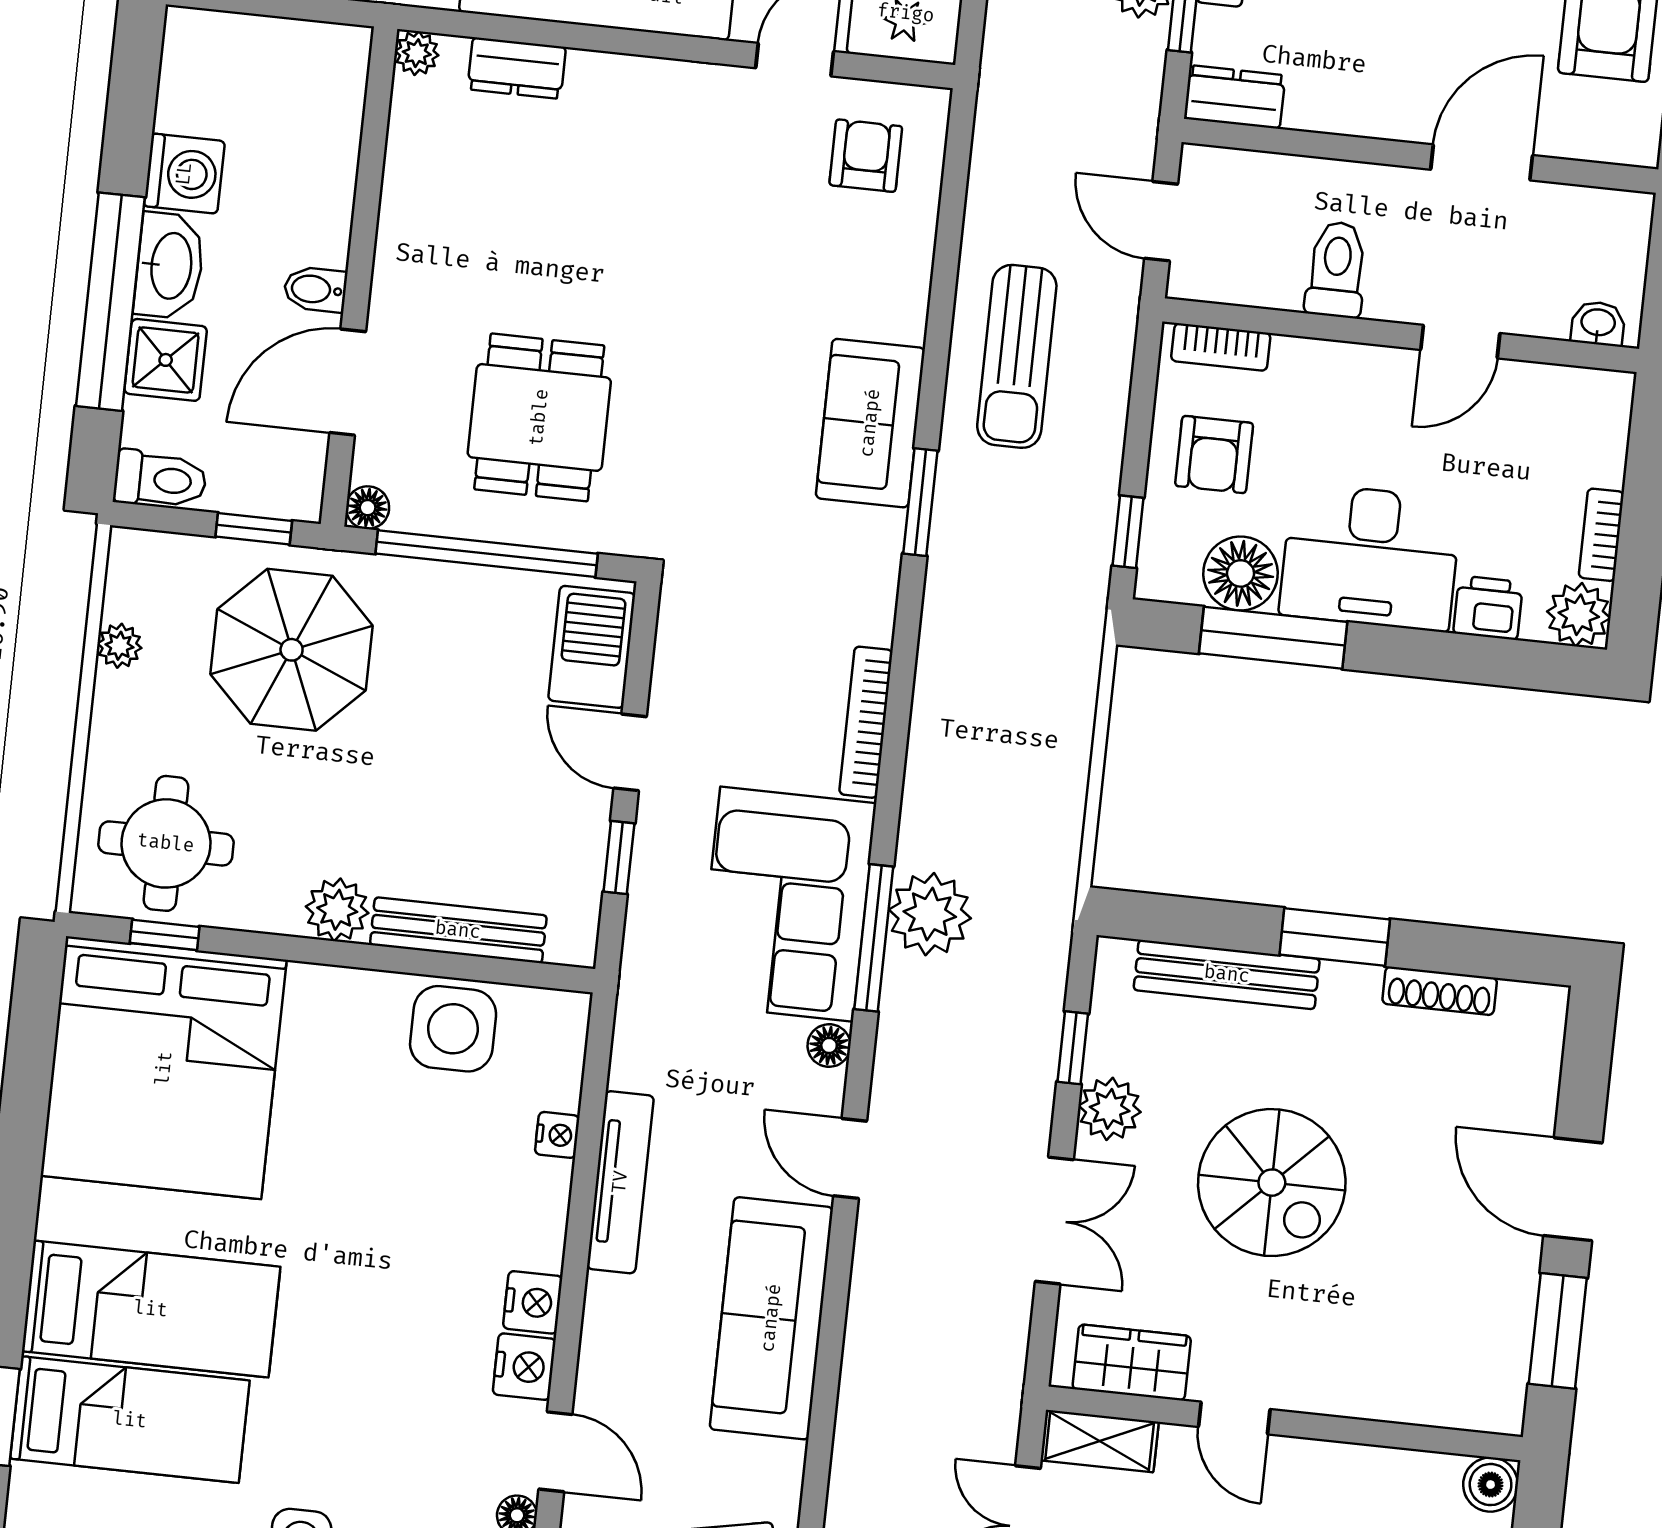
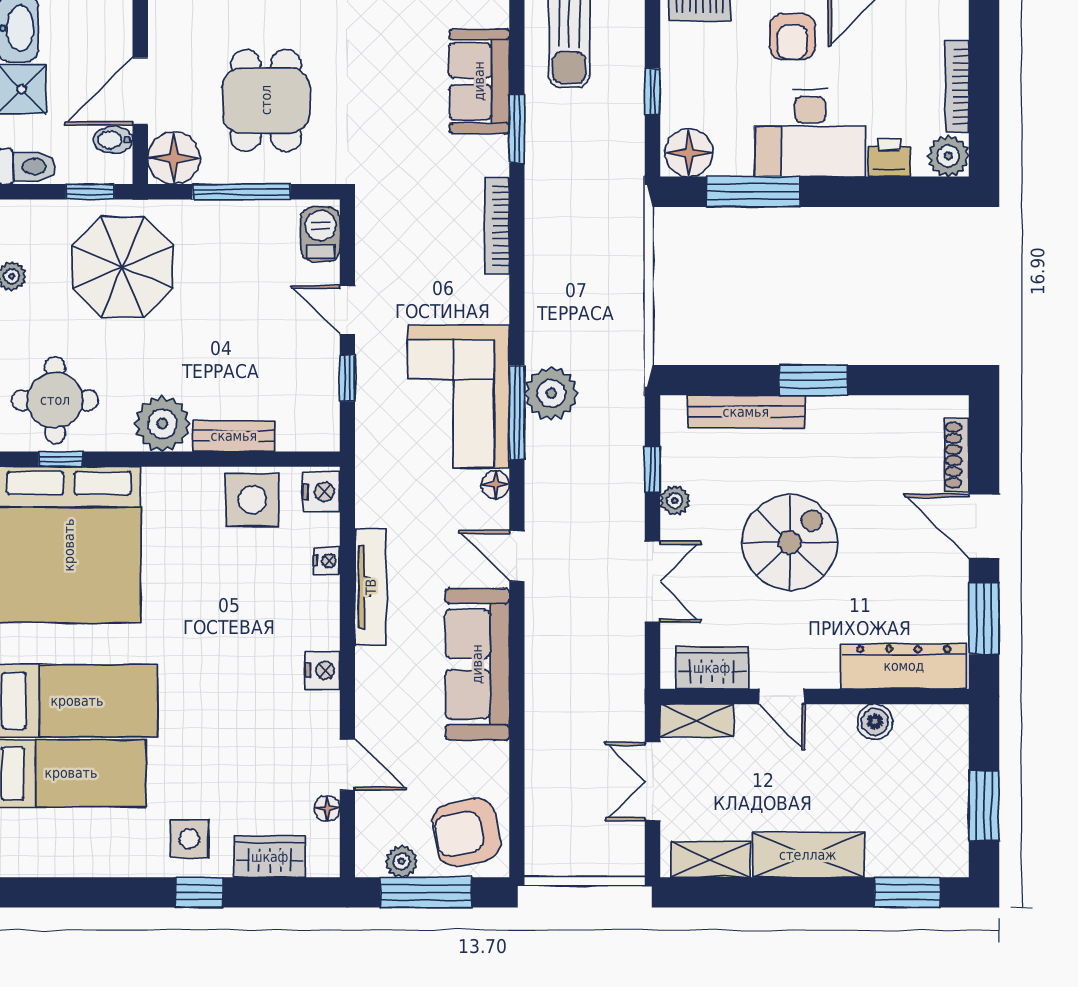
bidet: (315, 289) -> (113, 140), moved
armchair: (1214, 454) -> (792, 37), moved
floor lamp: (368, 508) -> (174, 158), width x1.89, depth x1.89
window: (1128, 532) -> (653, 92), moved
bookcase: (1601, 535) -> (957, 87), width x1.56
window: (487, 554) -> (241, 192), width x0.68
floor lamp: (1241, 573) -> (689, 153), moved
barbecue: (592, 647) -> (321, 234), width x0.73, depth x0.79
bookcase: (866, 722) -> (497, 226), moved
plant: (337, 910) -> (162, 424), width x1.36, depth x1.36
bench: (458, 930) -> (234, 436), width x0.73
shoe rack: (1440, 991) -> (957, 455), moved, turned 90
plant: (1110, 1109) -> (675, 501), width x0.73, depth x0.73
spiral stairs: (1272, 1183) -> (790, 542), turned -90
nightstand: (524, 1367) -> (321, 492), moved
dresser: (1426, 1392) -> (904, 666), added
boiler: (1491, 1485) -> (875, 722), moved

